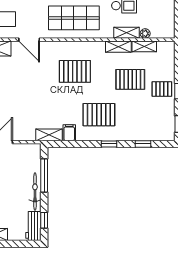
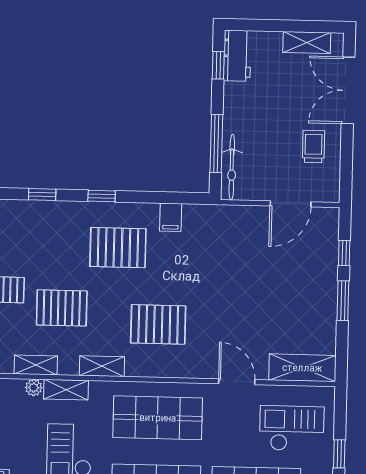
shelving: (118, 47) -> (102, 366), moved
shelving: (49, 135) -> (206, 214), removed
bicycle: (35, 191) -> (232, 167), moved

